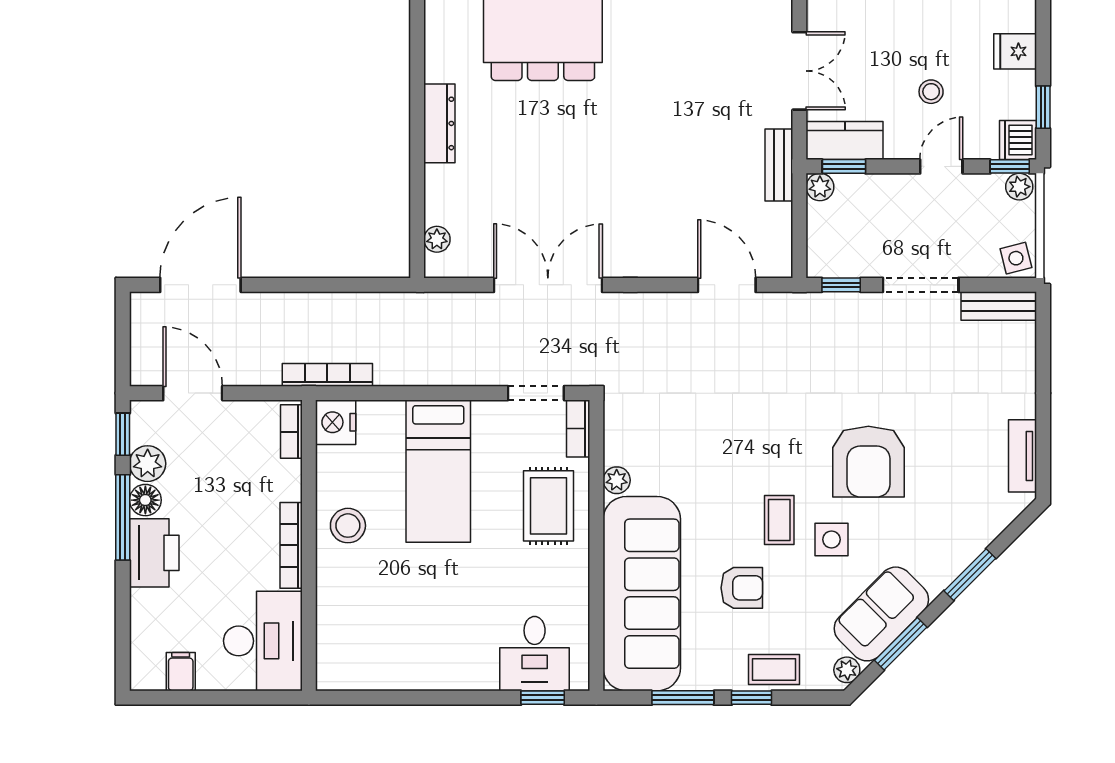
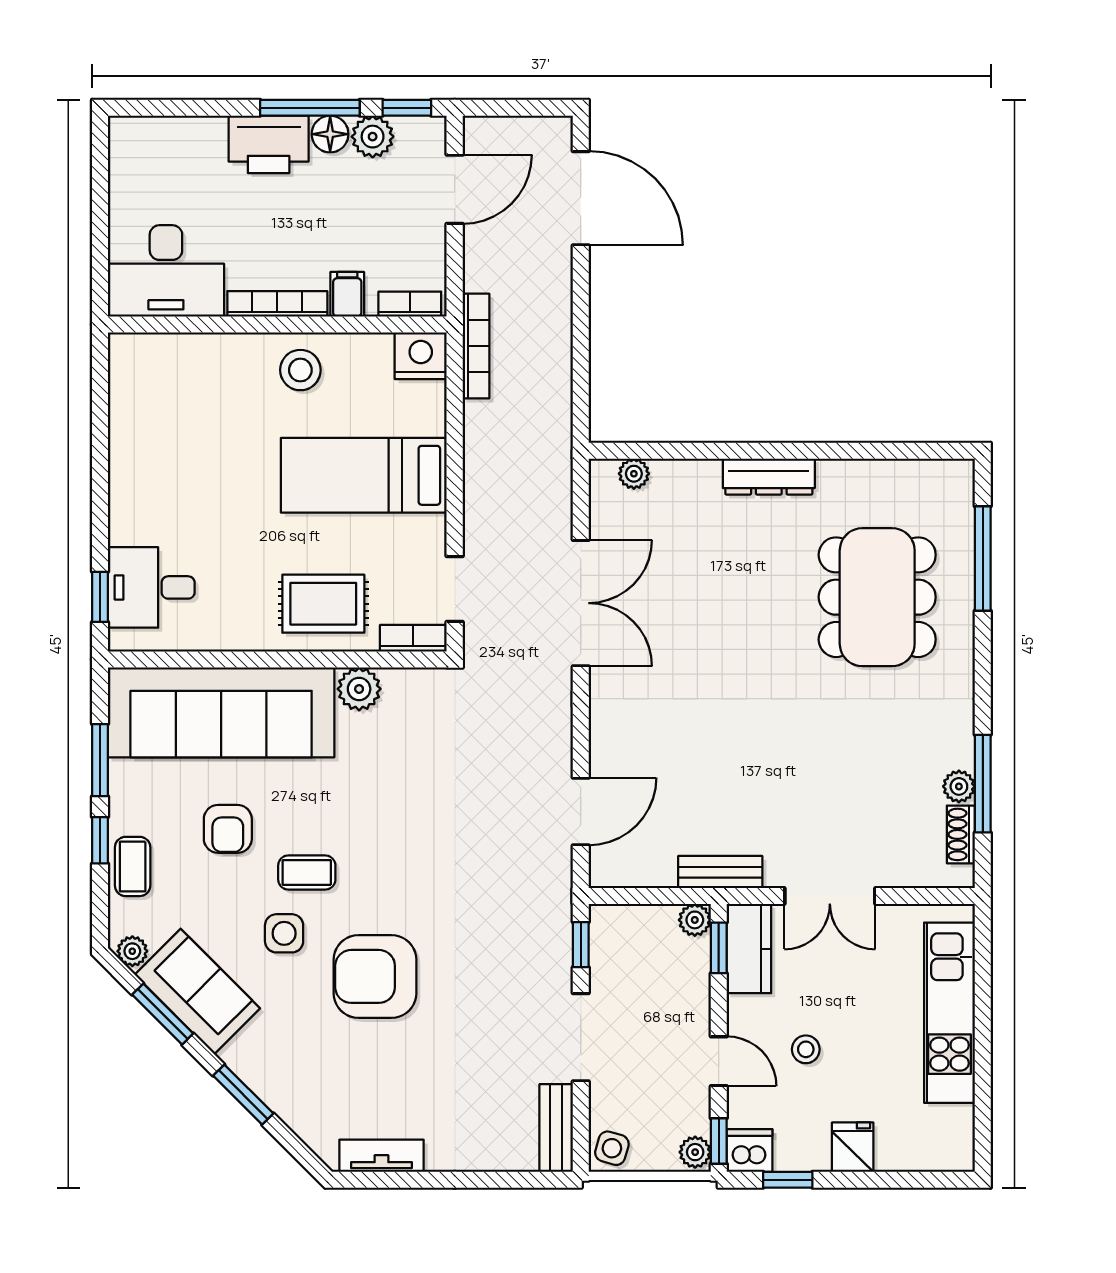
side table: (1016, 258) -> (612, 1148), turned 30
plant: (617, 480) -> (359, 689), width x1.38, depth x1.38
filing cabinet: (181, 672) -> (347, 294), moved, turned -90

